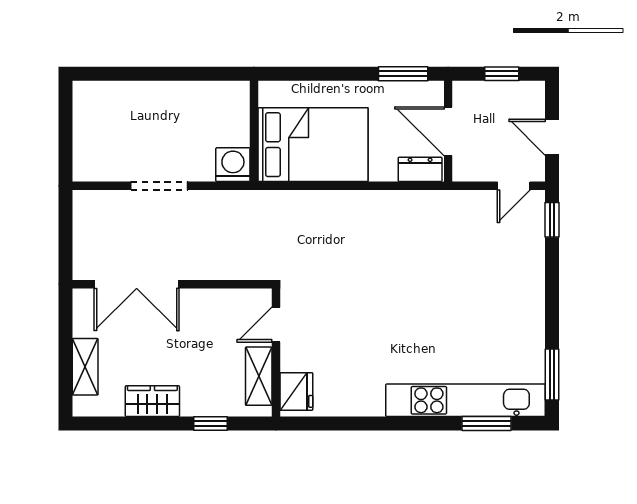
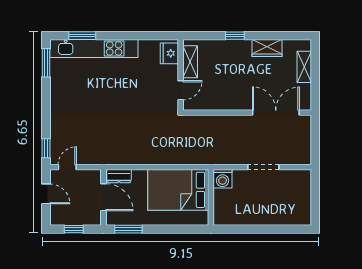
door: (276, 325) -> (181, 90), moved
wall: (276, 352) -> (181, 75), moved
shelving: (259, 376) -> (190, 62), moved
fridge: (296, 391) -> (169, 53), moved

